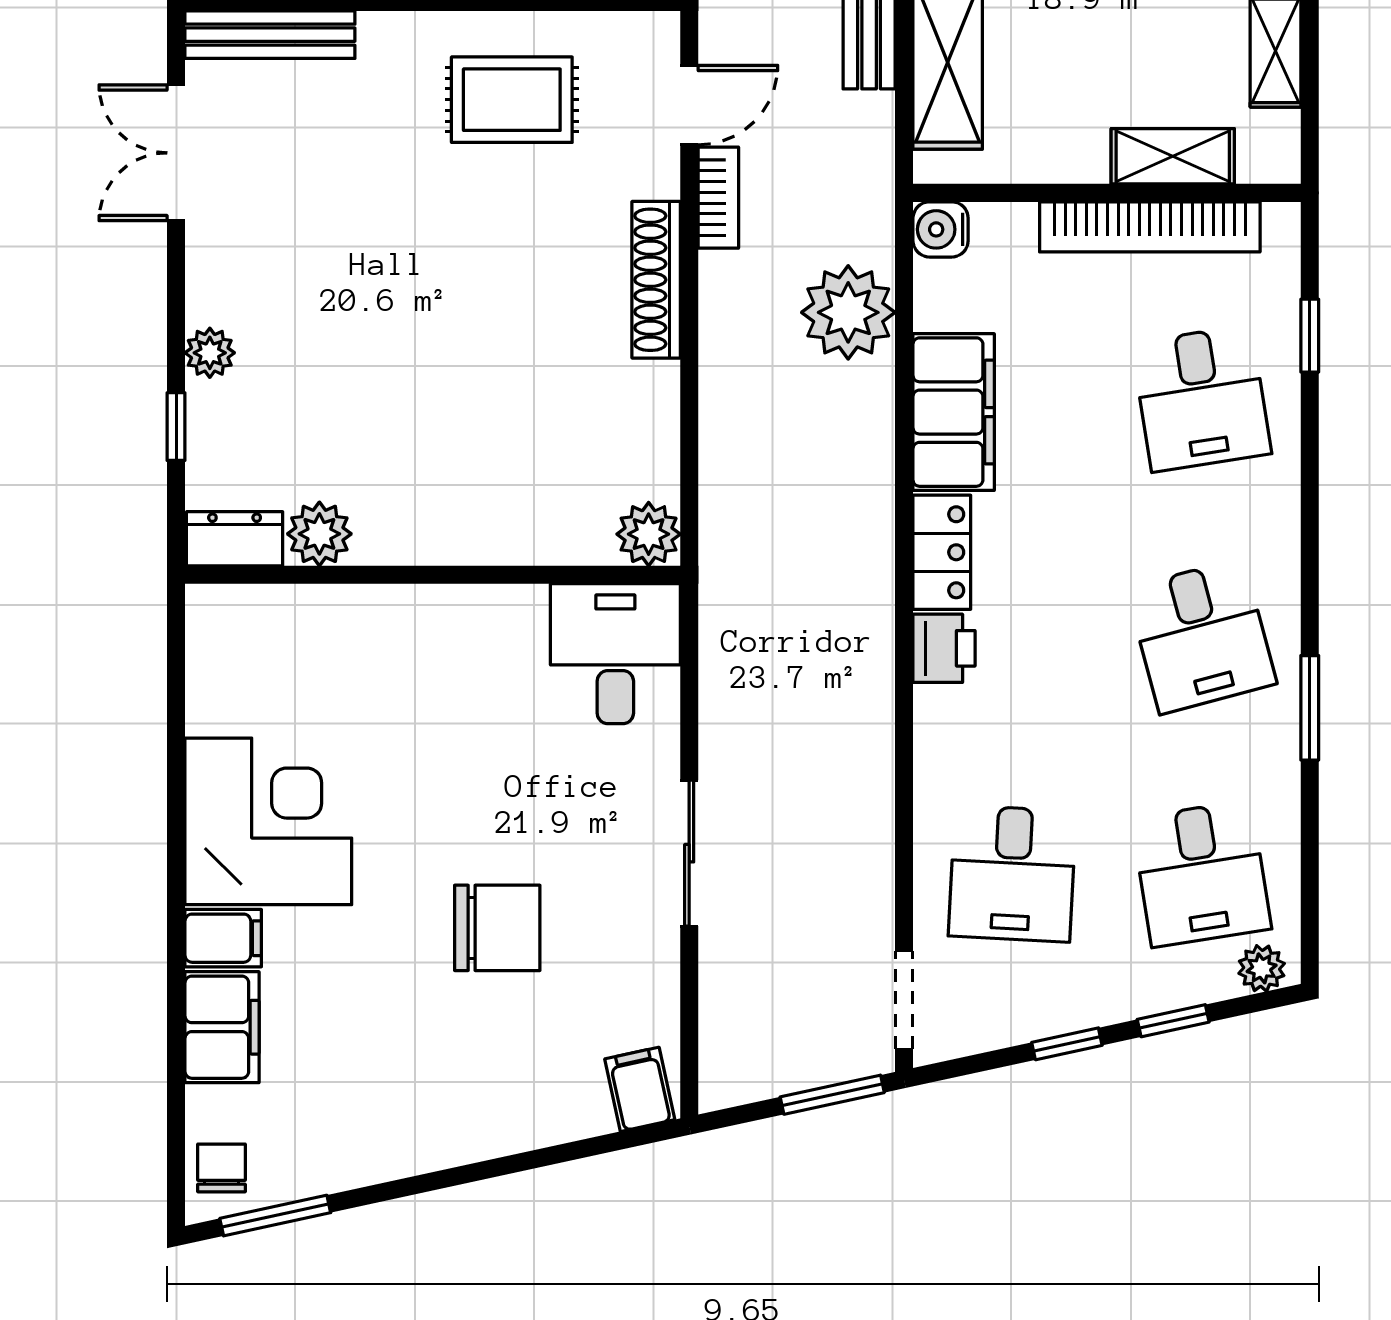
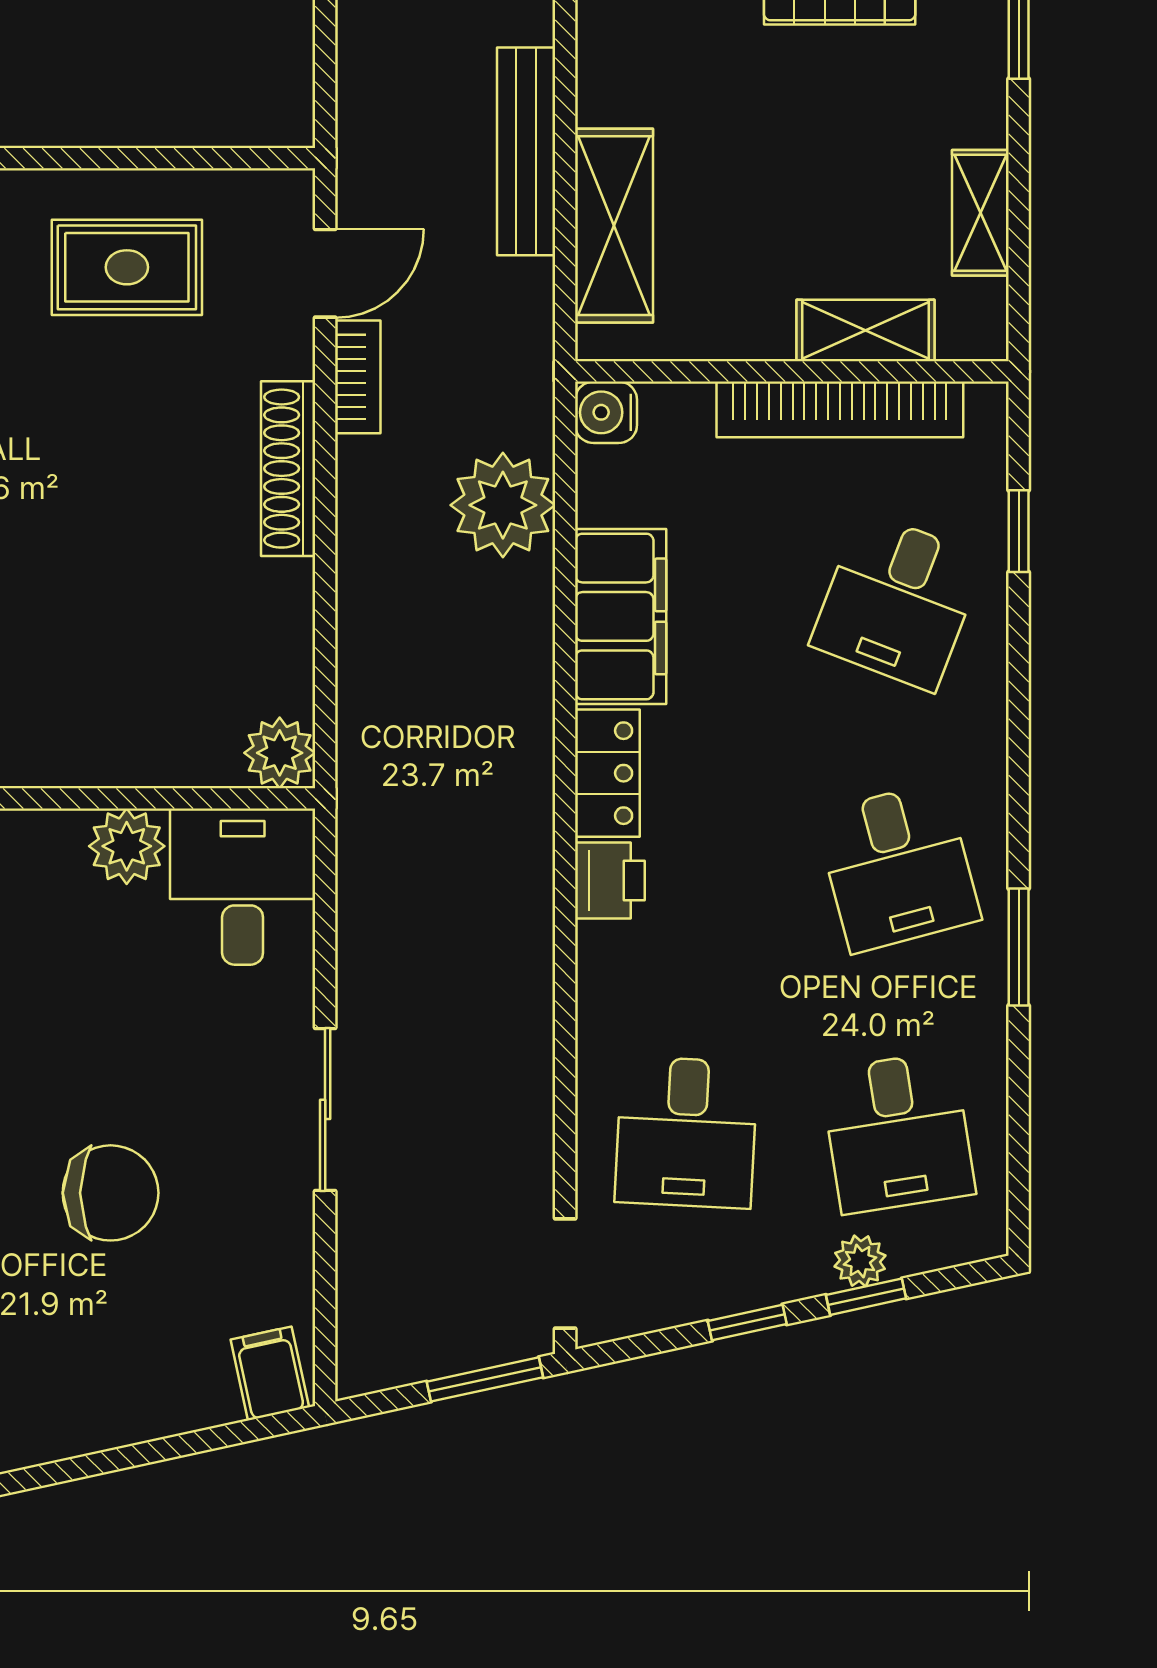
desk: (1202, 398) -> (898, 601), turned 30
plant: (512, 618) -> (127, 846), added
plant: (1262, 968) -> (860, 1261), moved

